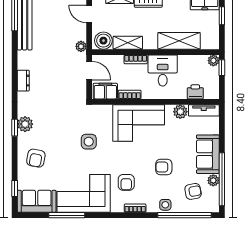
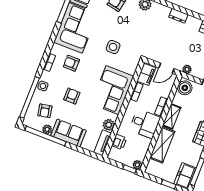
shelving: (128, 43) -> (172, 116), moved

